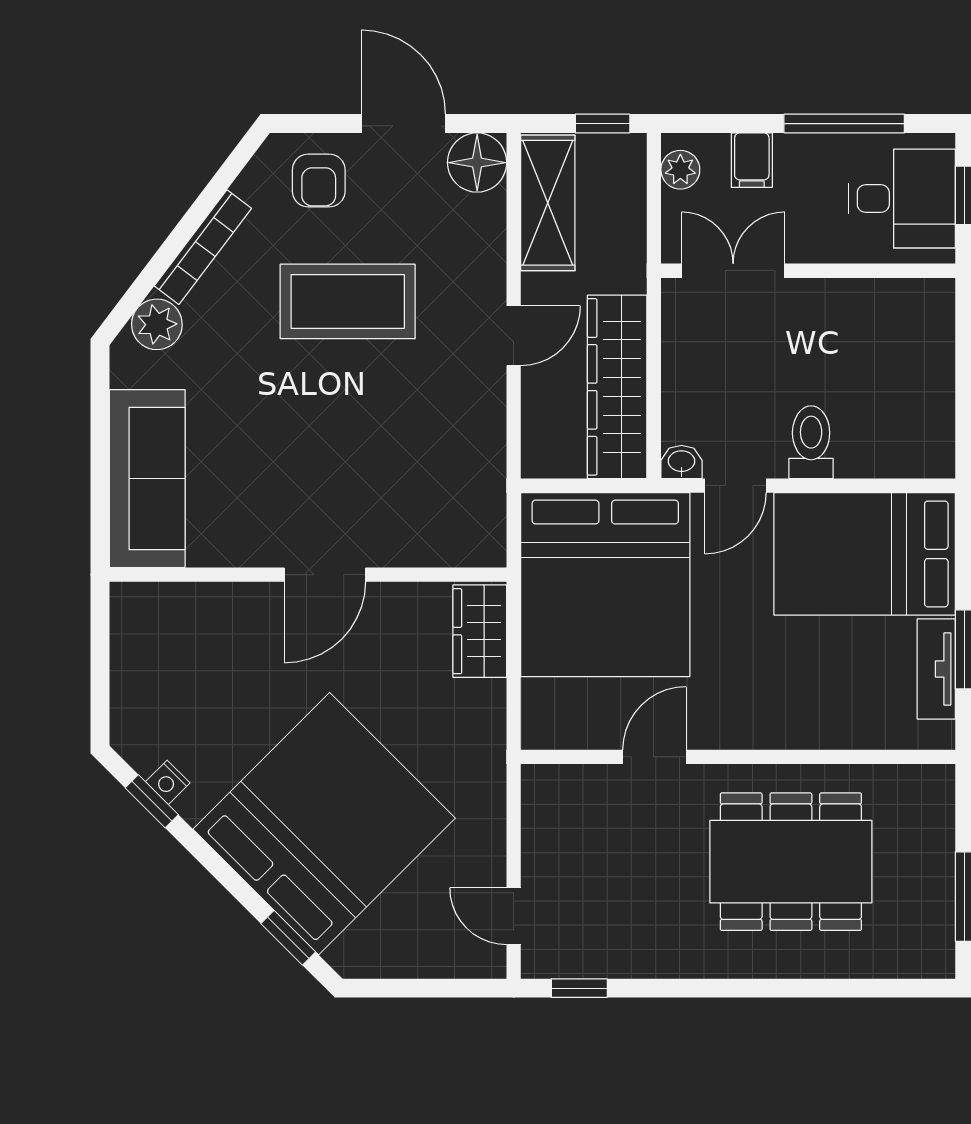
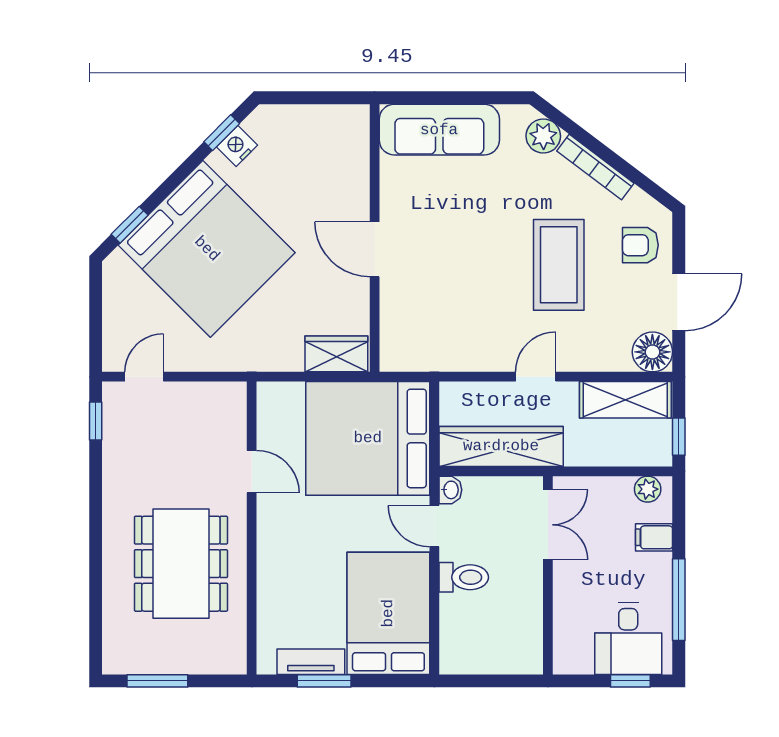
double door: (733, 271) -> (548, 525), moved
wall: (808, 271) -> (548, 575), moved
door: (514, 336) -> (536, 377), swing flipped
nightstand: (168, 782) -> (237, 146), width x1.39, depth x1.35

